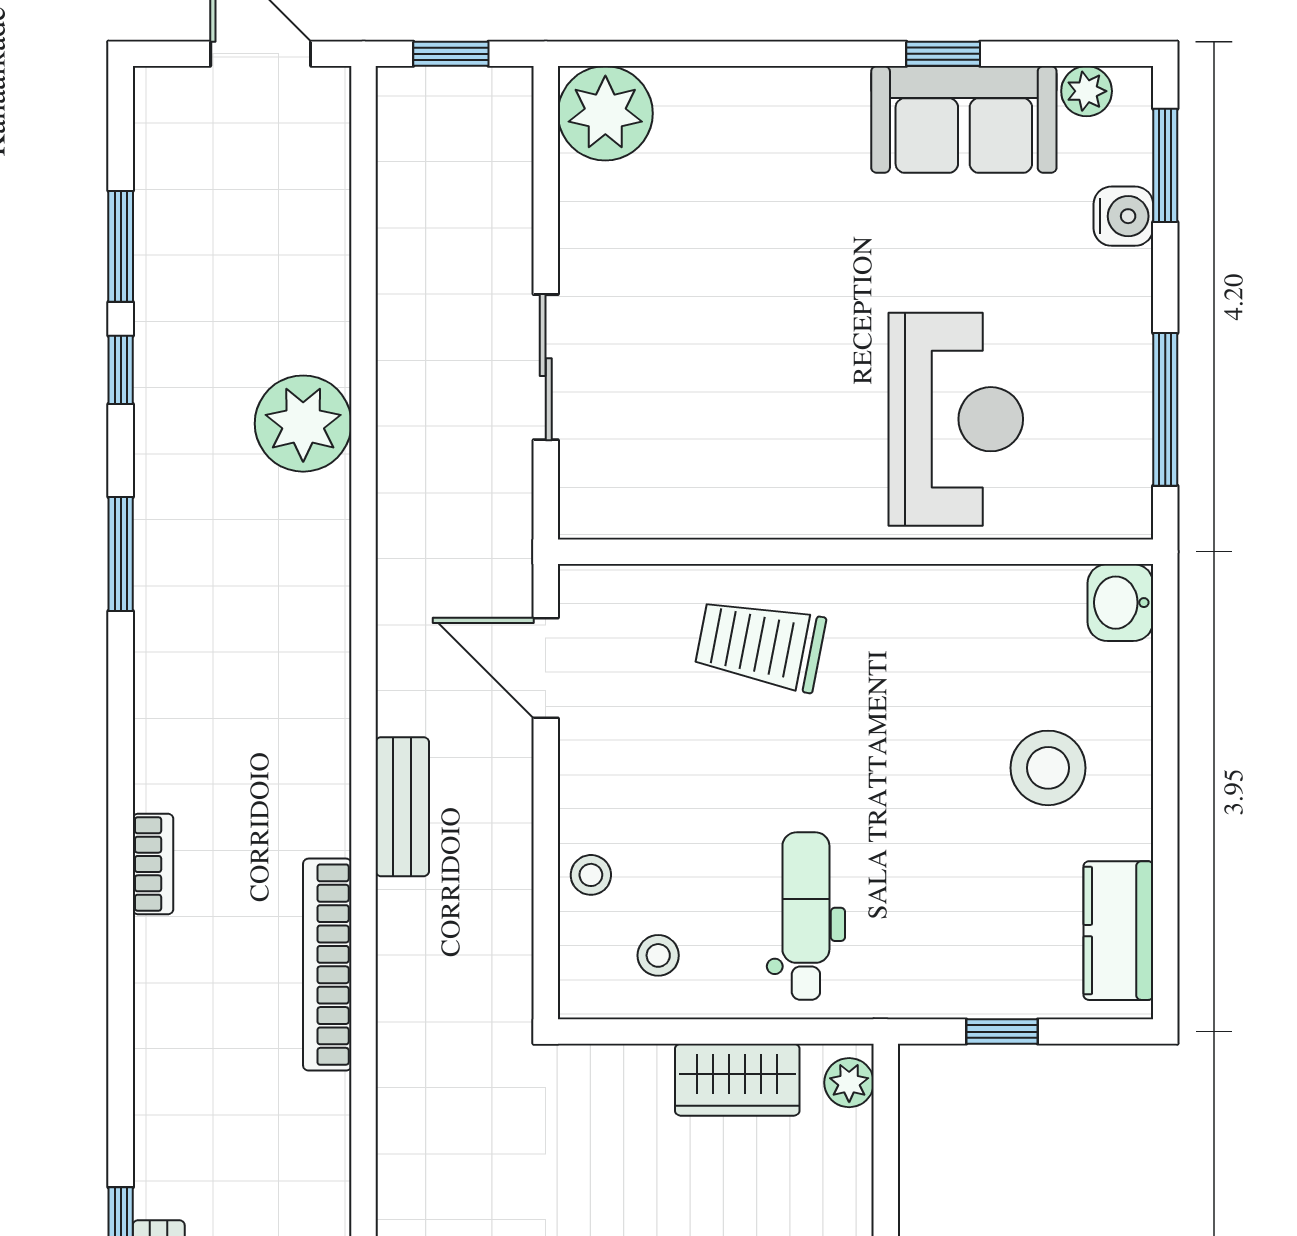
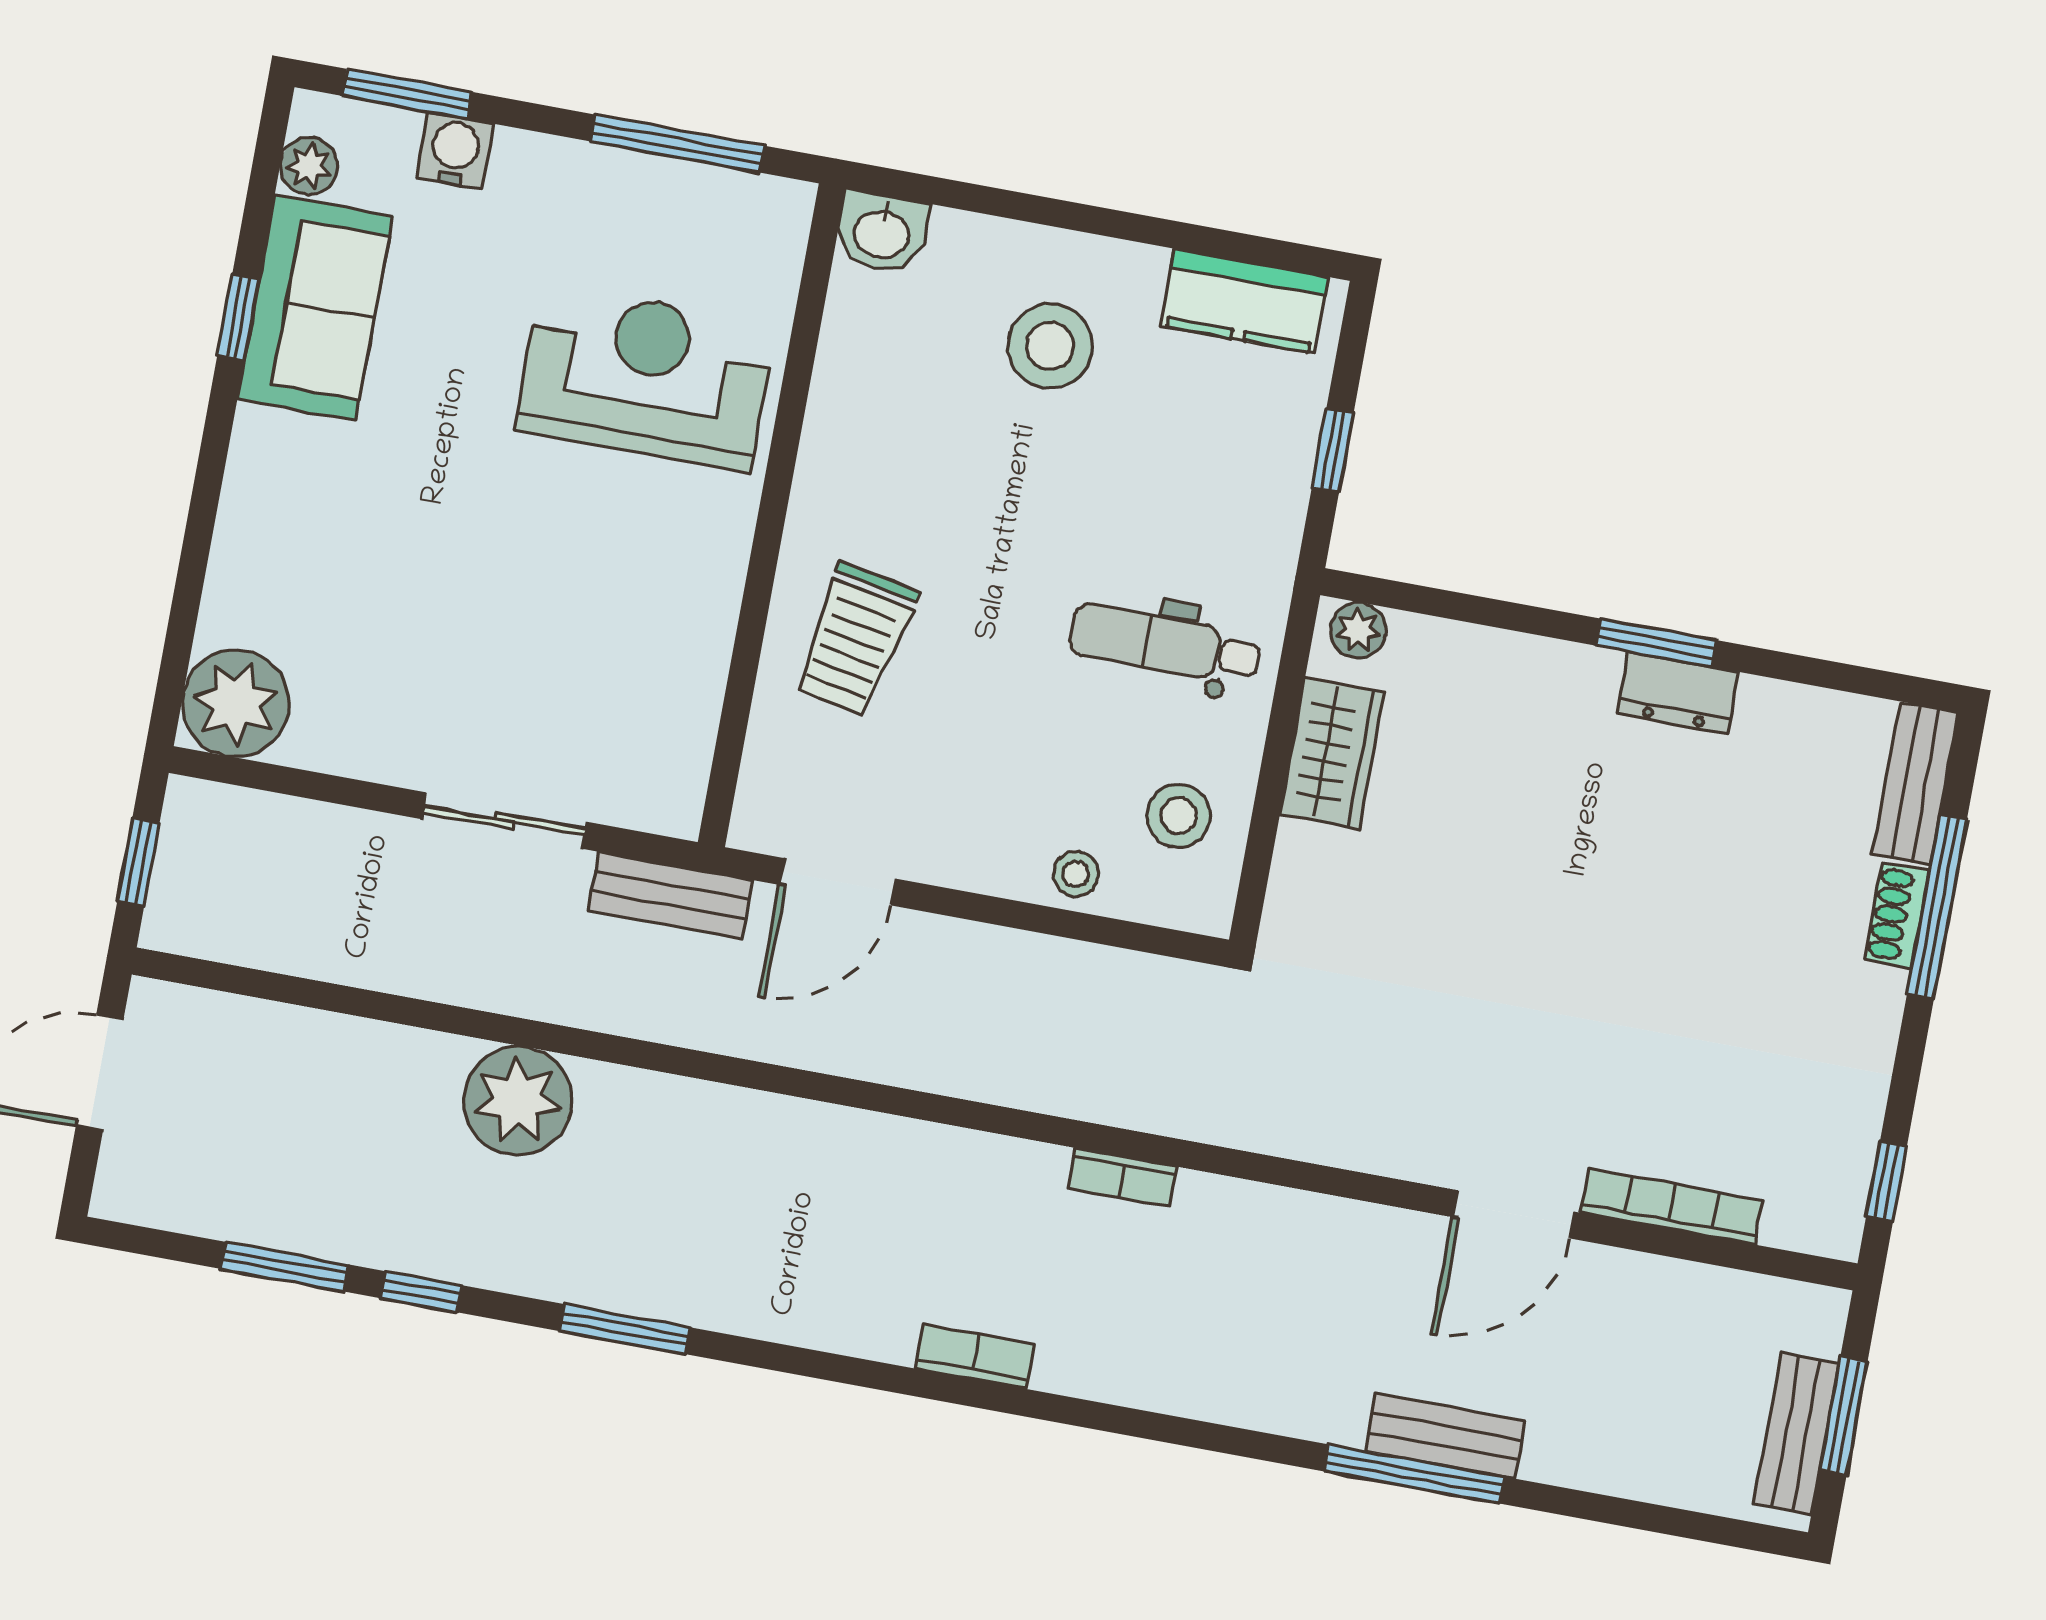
bench: (402, 807) -> (671, 895), moved
stool: (658, 955) -> (1179, 816), width x1.37, depth x1.37
bookcase: (327, 965) -> (1123, 1177), width x0.43, depth x0.76

